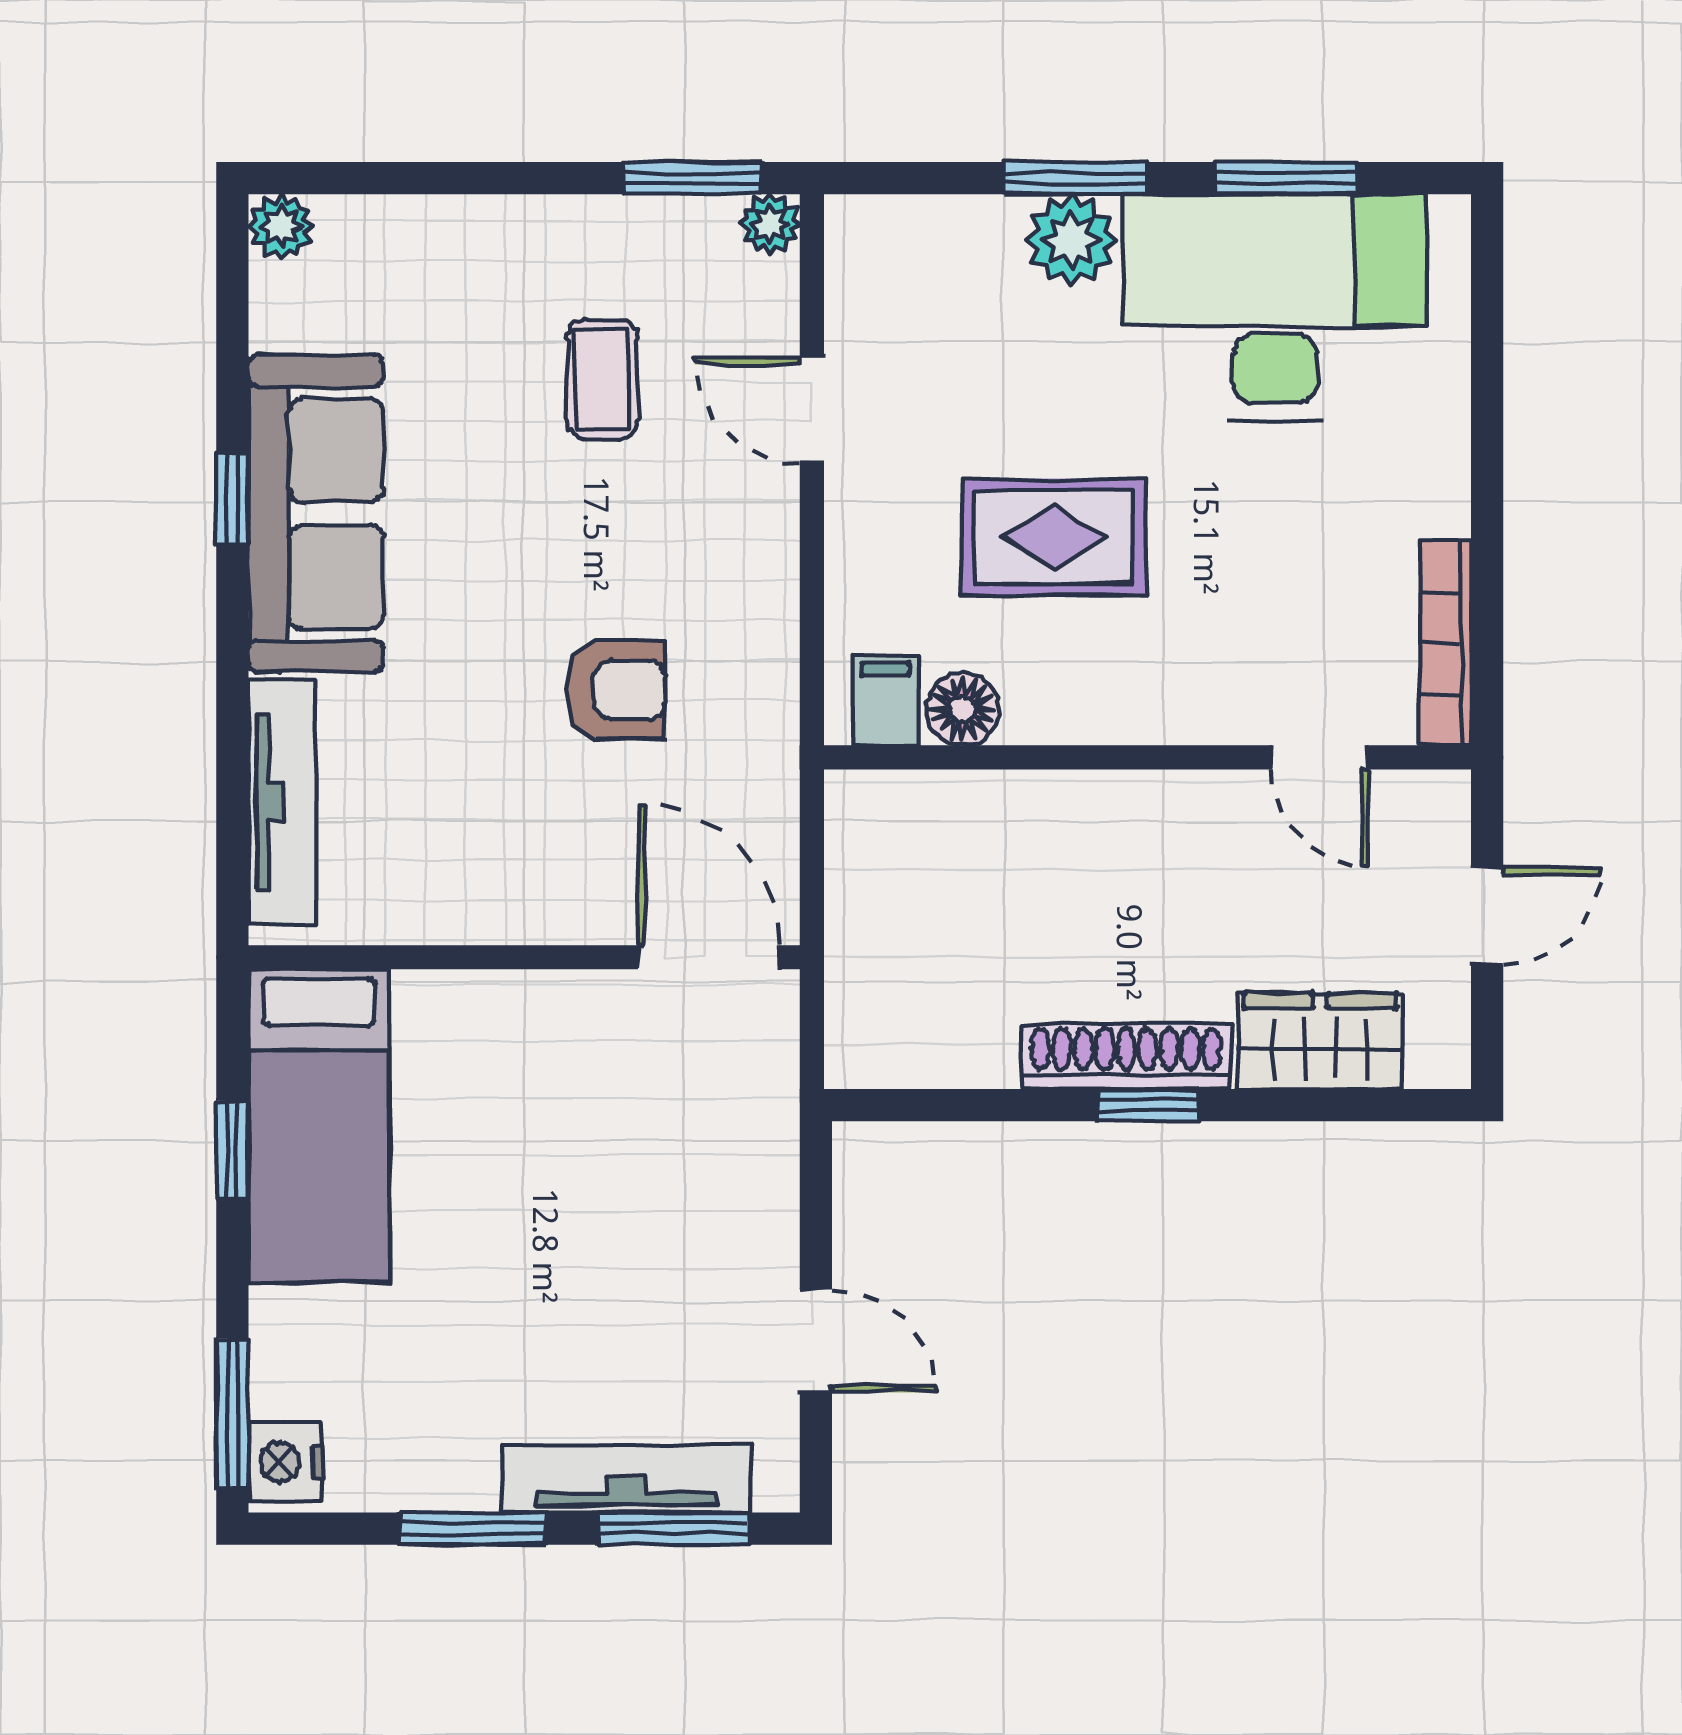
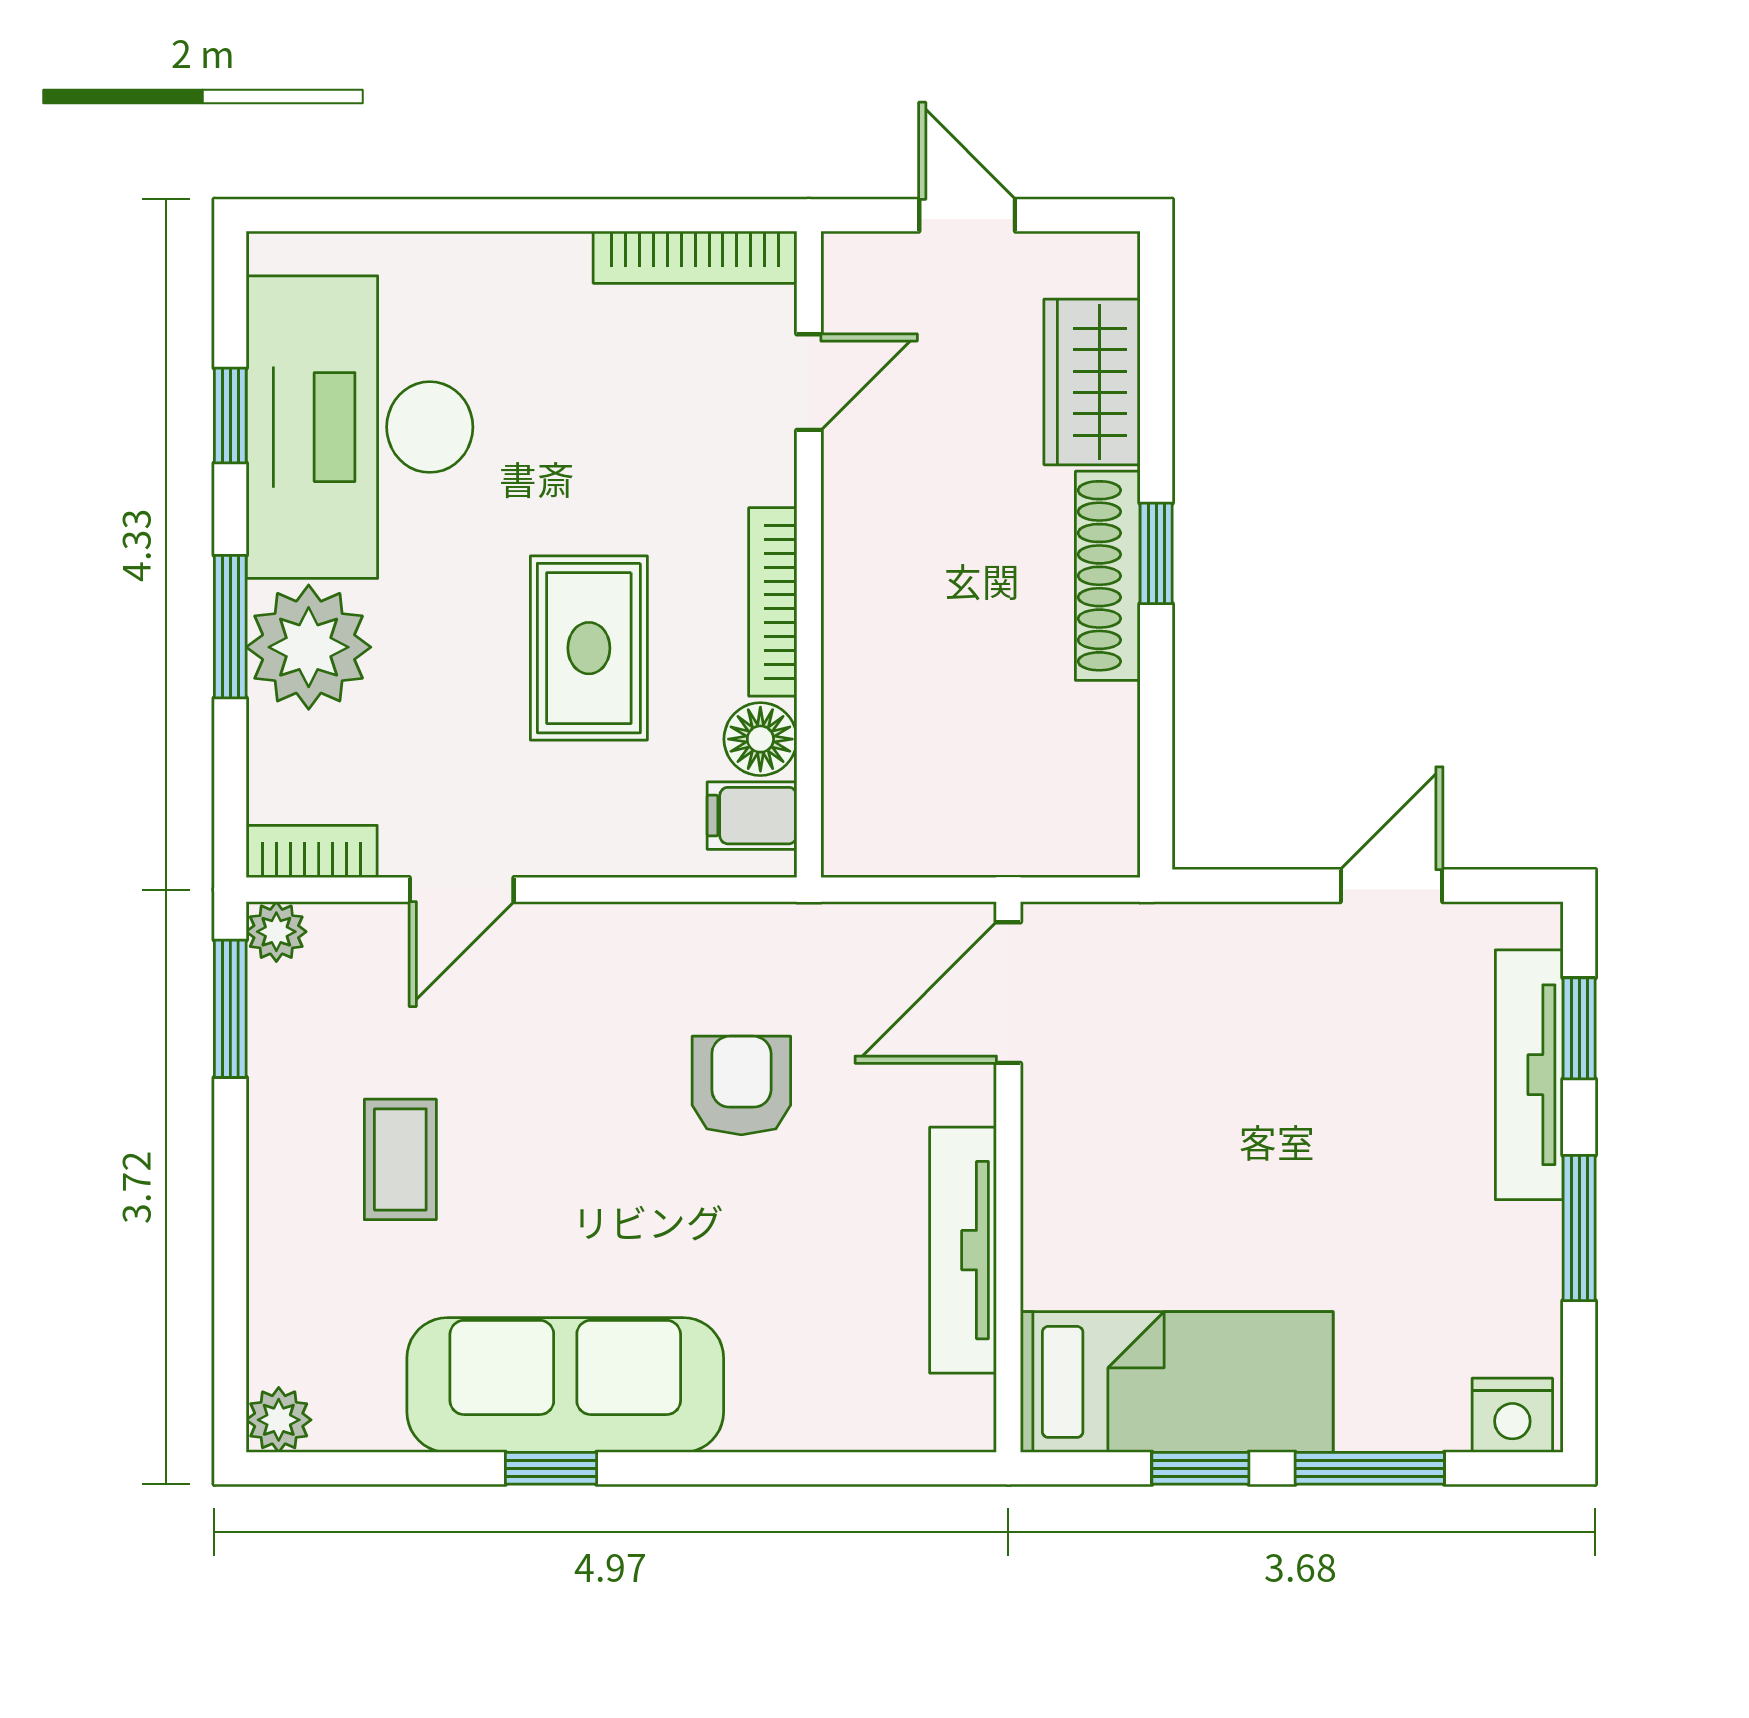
window: (1287, 178) -> (230, 416), width x0.67
plant: (1071, 240) -> (309, 647), width x1.36, depth x1.36
bookcase: (850, 260) -> (312, 851), added
coffee table: (602, 379) -> (400, 1159), moved, turned 90
bookcase: (1100, 721) -> (773, 602), added
tv unit: (282, 802) -> (963, 1250), moved, turned -90
window: (232, 1413) -> (1370, 1468), moved
window: (673, 1529) -> (1579, 1028), width x0.67

